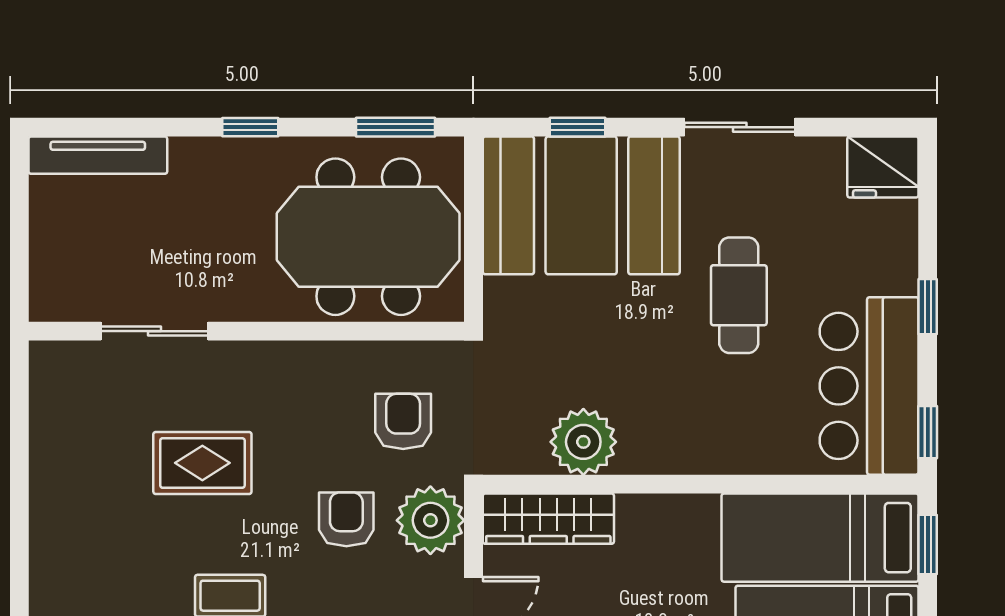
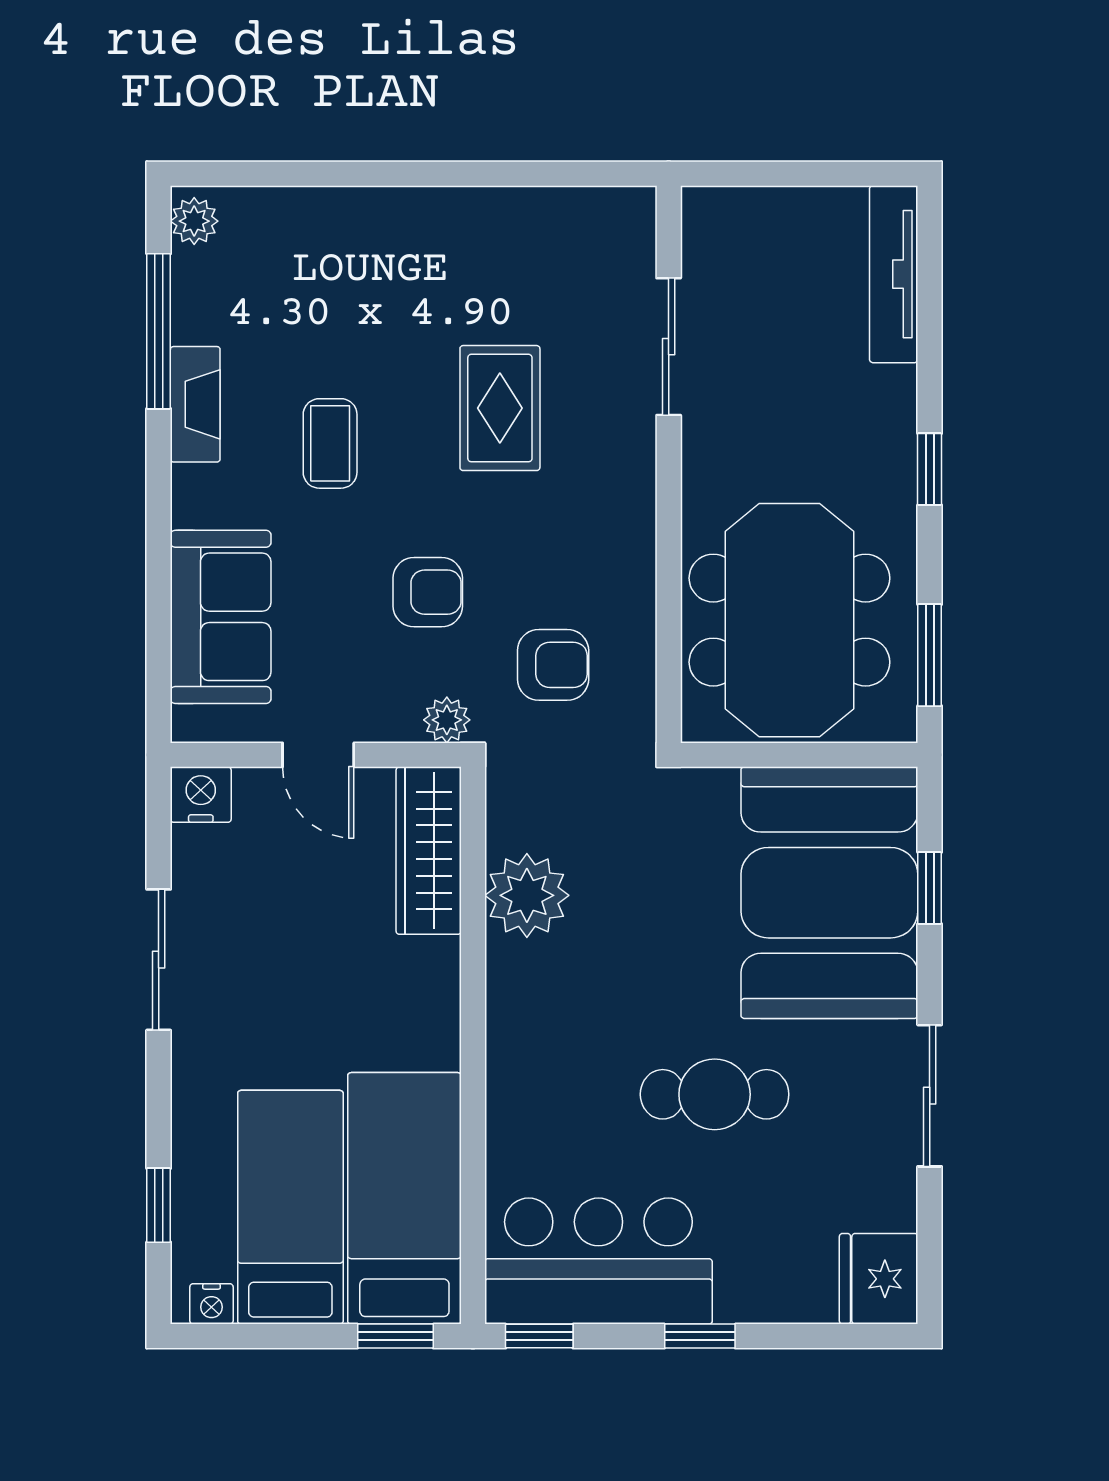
plant: (430, 520) -> (447, 720), width x0.53, depth x0.53

